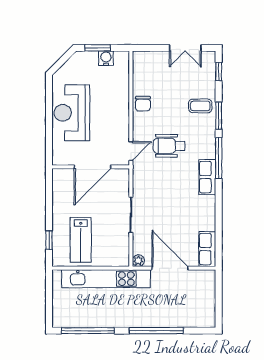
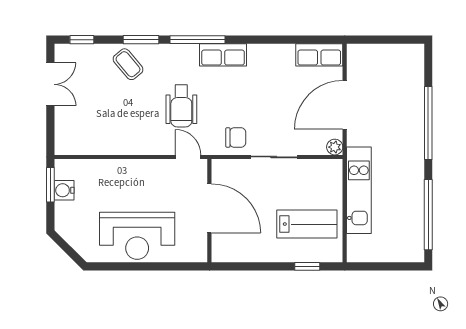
window: (98, 48) -> (50, 185), moved
chair: (143, 104) -> (236, 137), moved
coffee table: (200, 106) -> (128, 64), turned -40
kitchen unit: (106, 279) -> (359, 190), width x0.73

